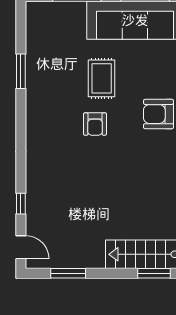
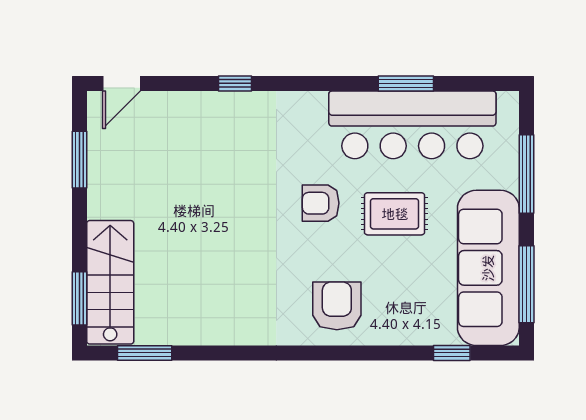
bar counter: (47, 67) -> (412, 125), added
window: (21, 204) -> (235, 83), moved

